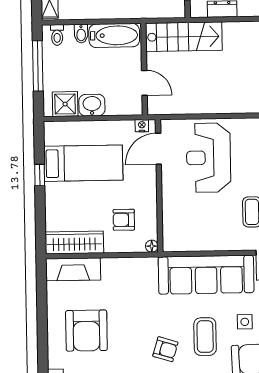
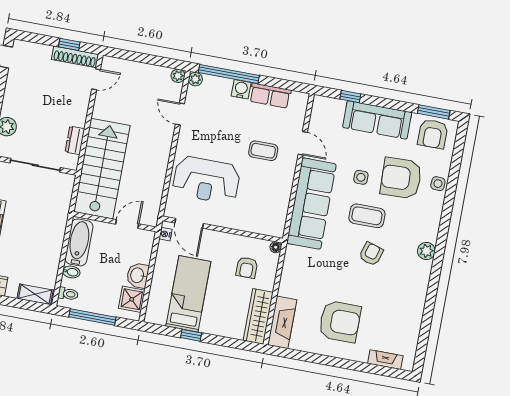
stairs: (184, 37) -> (102, 169), width x1.36, depth x1.51

